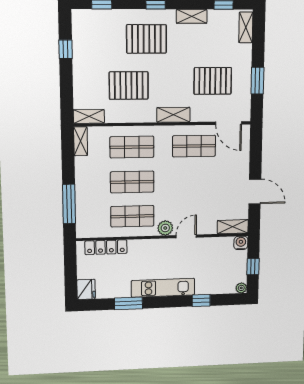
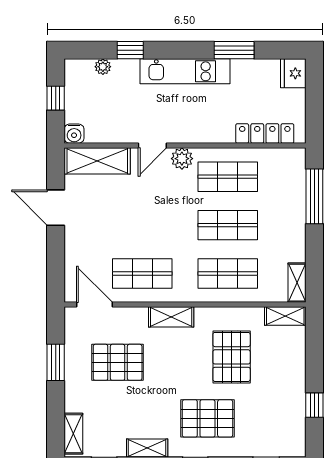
pallet: (129, 86) -> (232, 357), turned 90
shelving: (233, 227) -> (97, 161), width x1.50, depth x1.33
plant: (241, 288) -> (103, 67), moved

